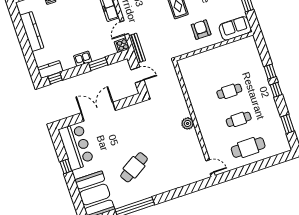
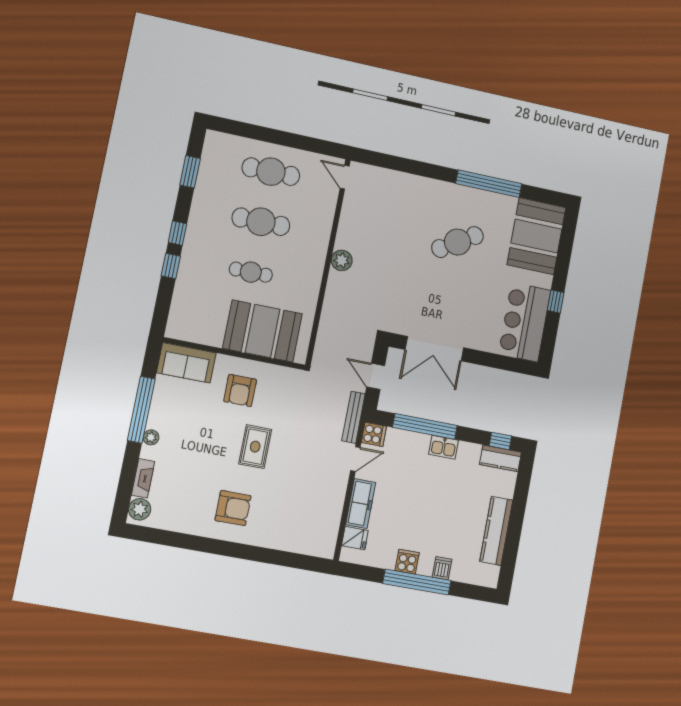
window: (98, 64) -> (425, 426), width x2.11
booth: (207, 65) -> (263, 331), added
double door: (98, 112) -> (434, 349), moved
cafe table: (239, 119) -> (261, 222), width x1.37, depth x1.35

